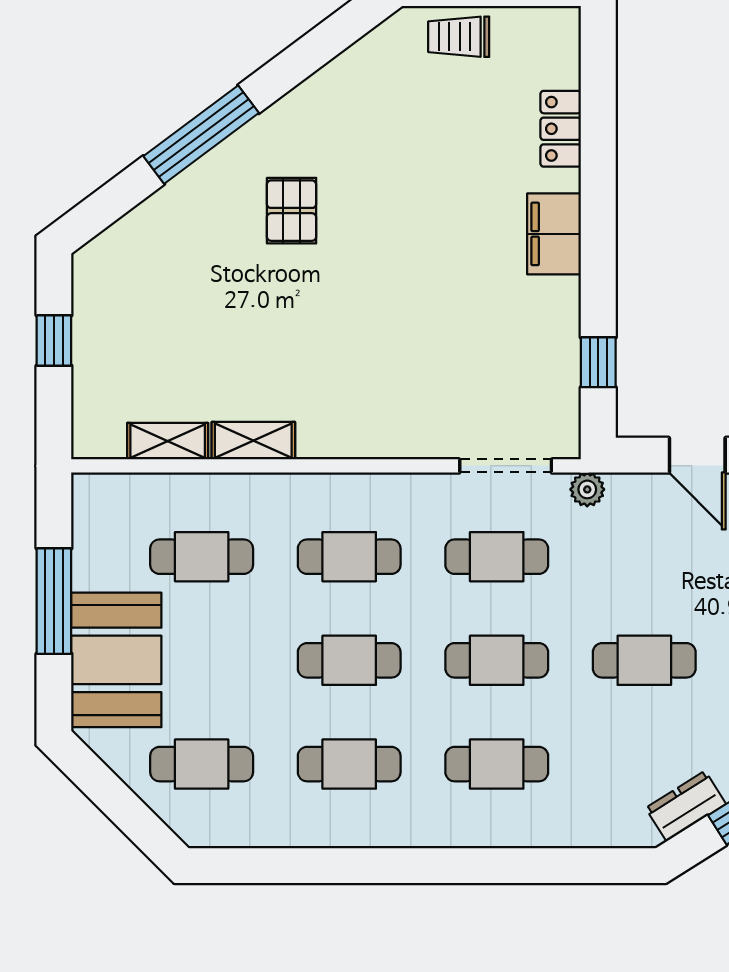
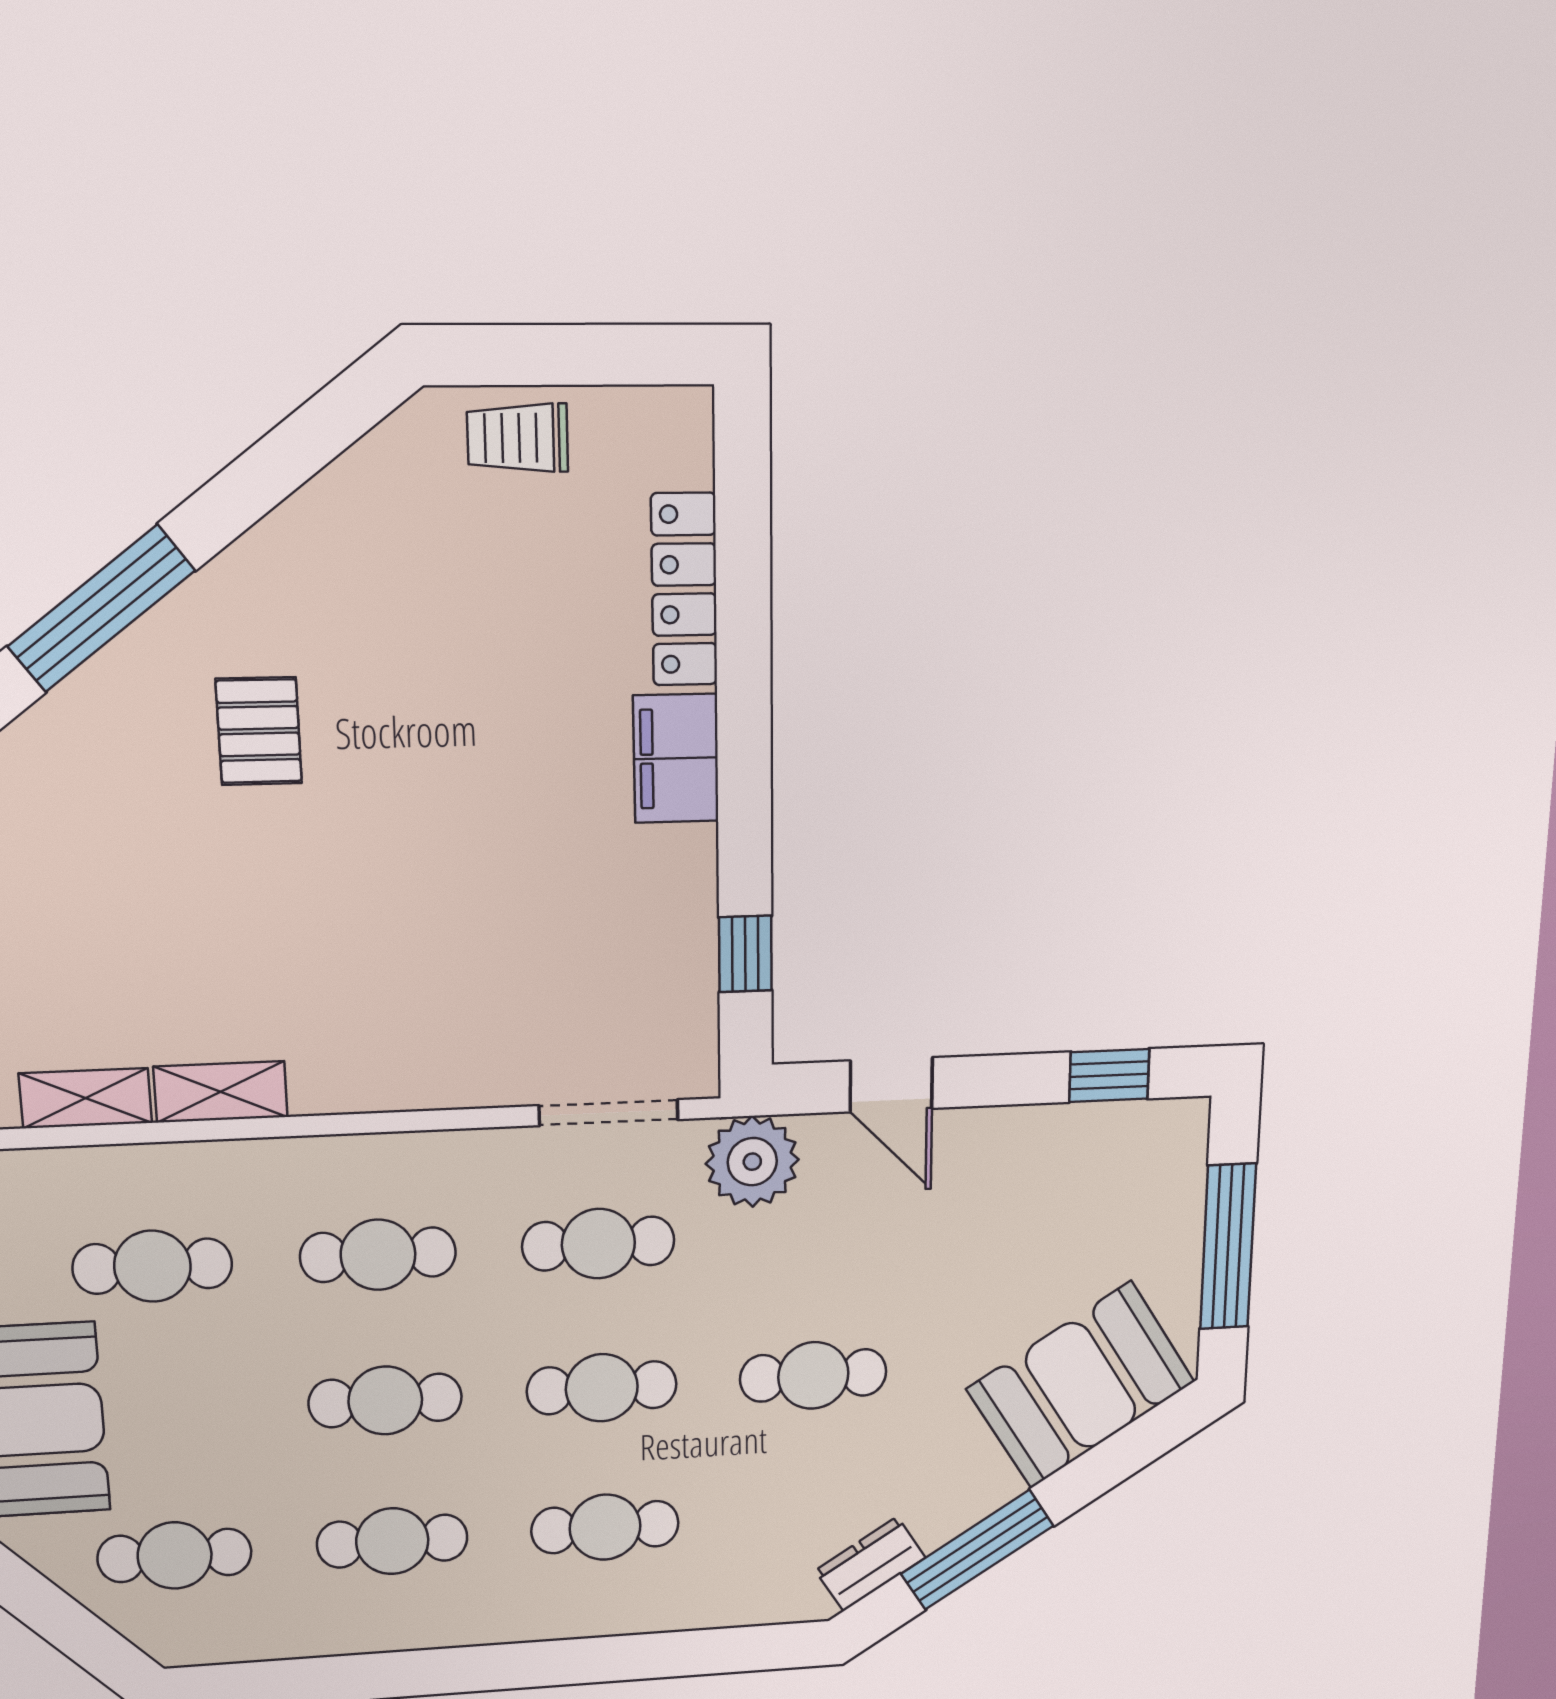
locker: (561, 129) -> (684, 590), width x1.53
plant: (587, 489) -> (752, 1162), width x1.88, depth x1.88

